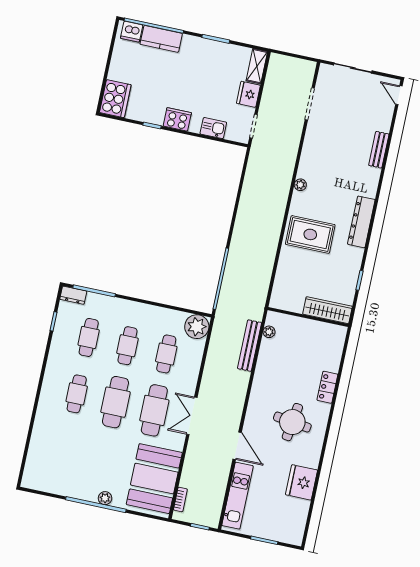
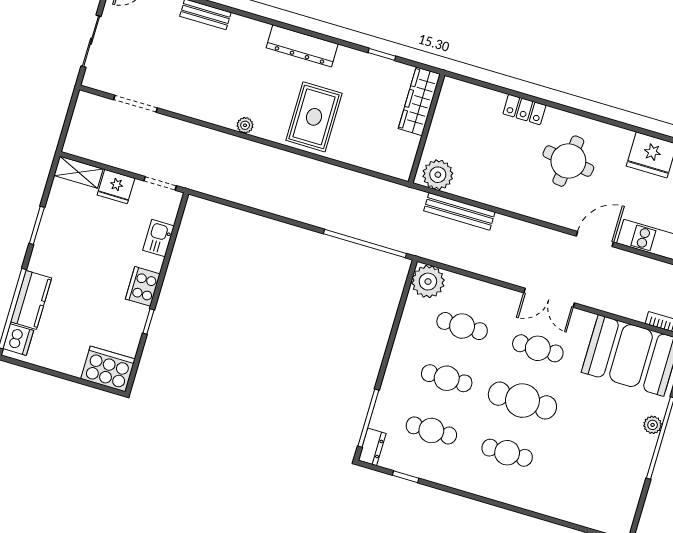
plant: (269, 332) -> (438, 175), width x1.87, depth x1.87
cafe table: (154, 410) -> (538, 348), width x0.73, depth x0.74

